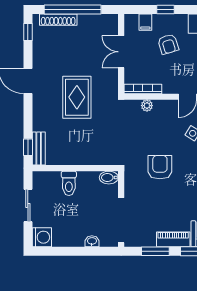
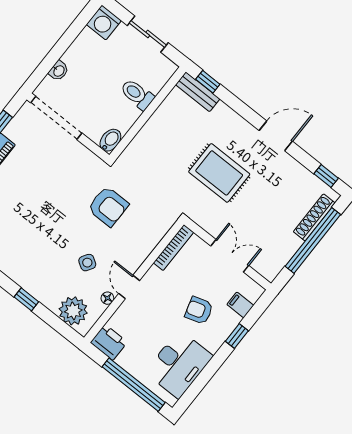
plant: (147, 106) -> (153, 238), removed
armchair: (160, 167) -> (108, 206), moved

